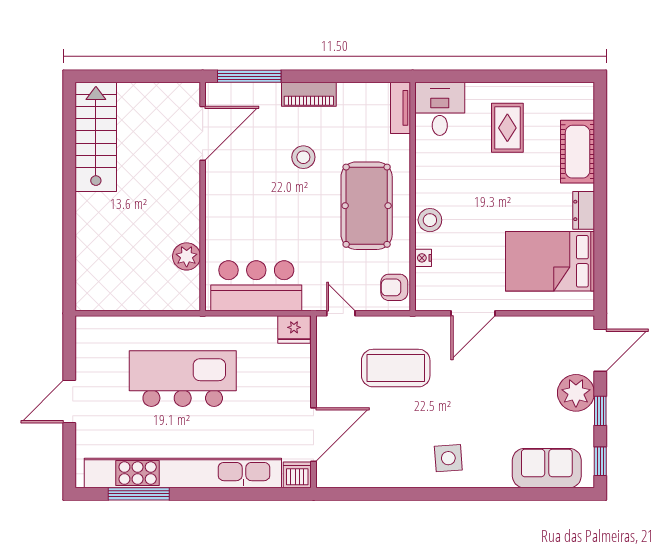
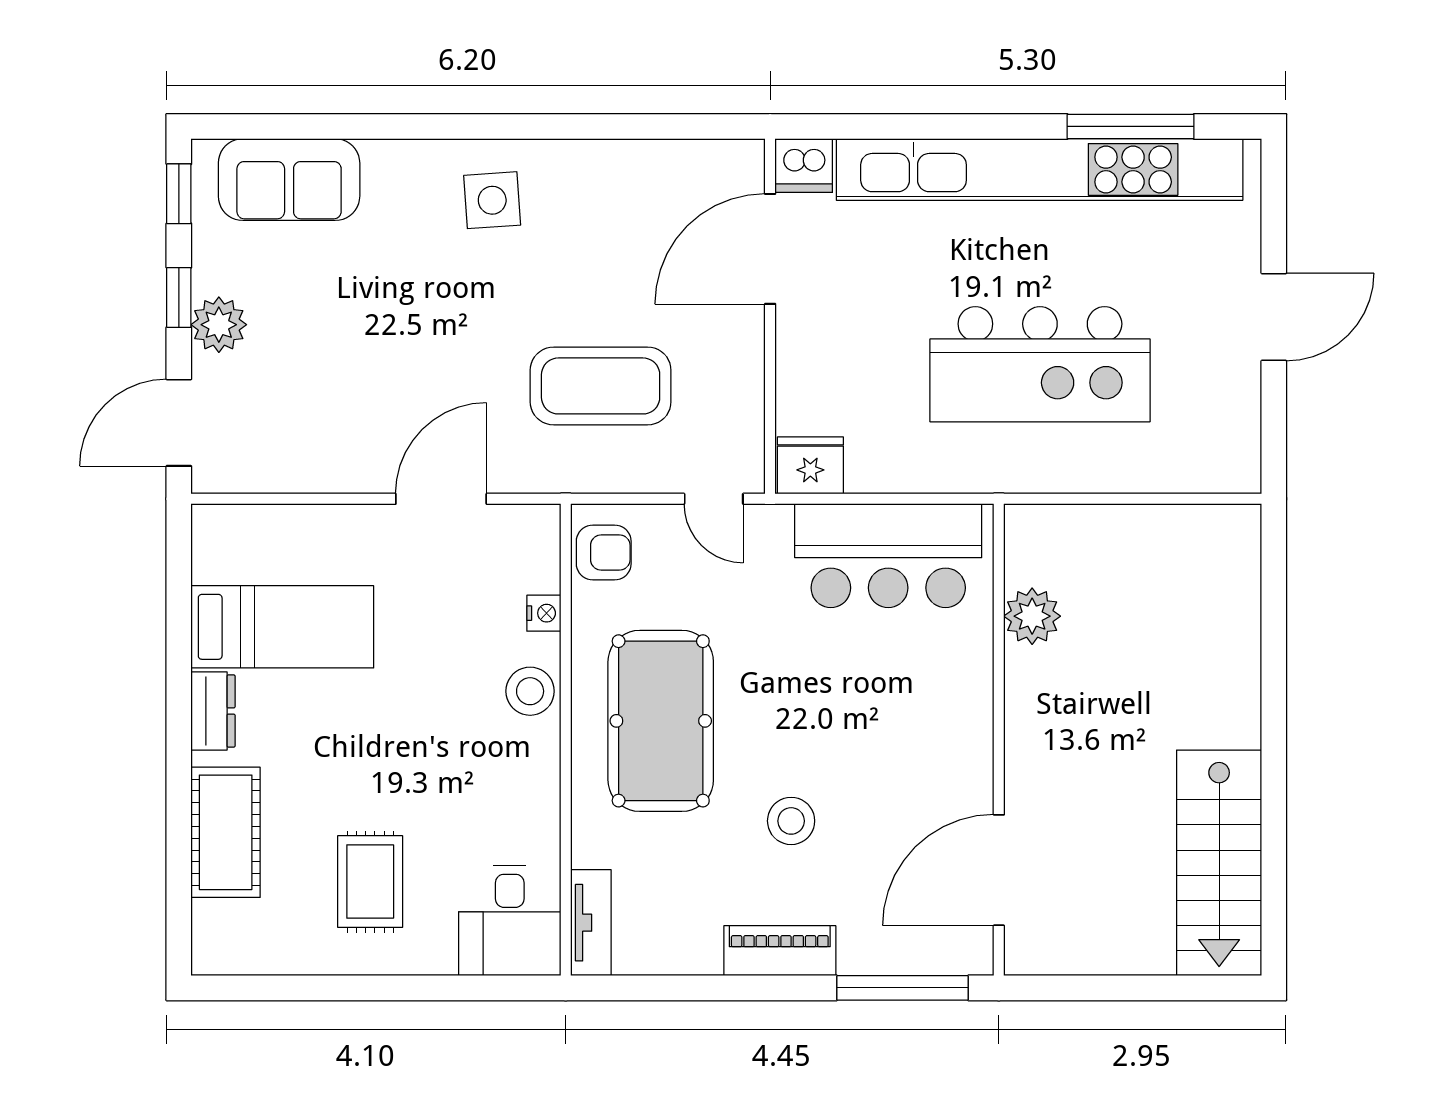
bed: (550, 261) -> (282, 627), width x0.67
plant: (576, 393) -> (219, 325), width x0.73, depth x0.73

